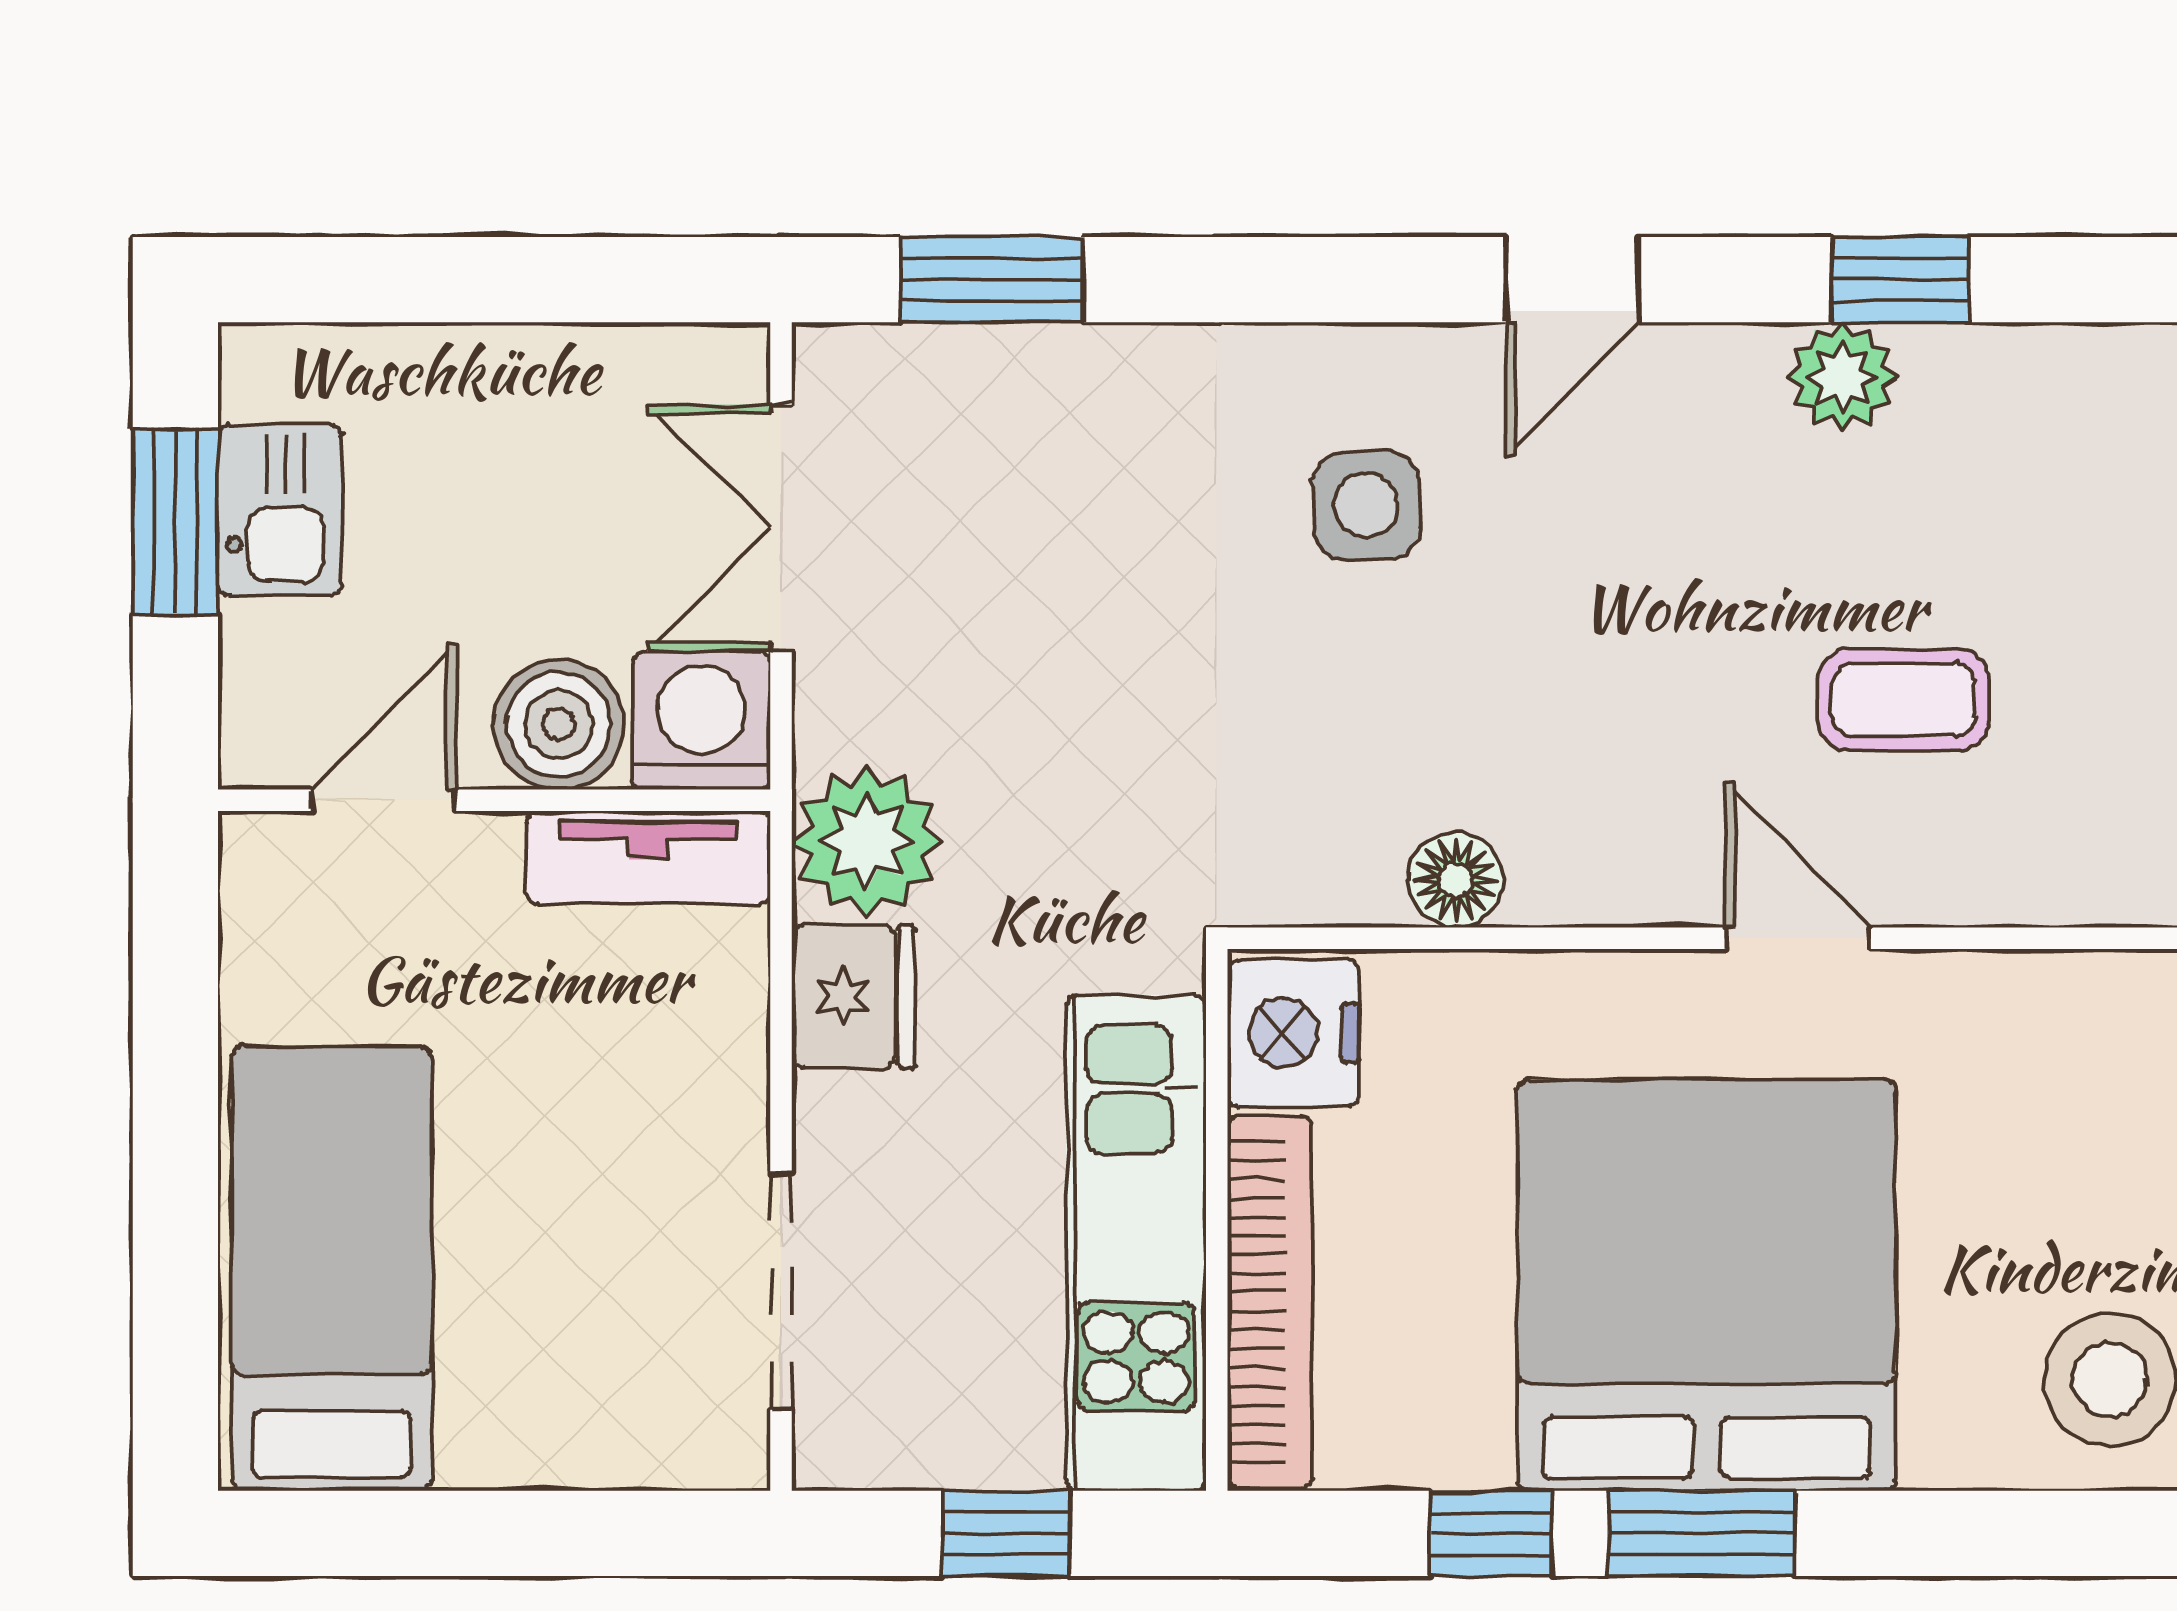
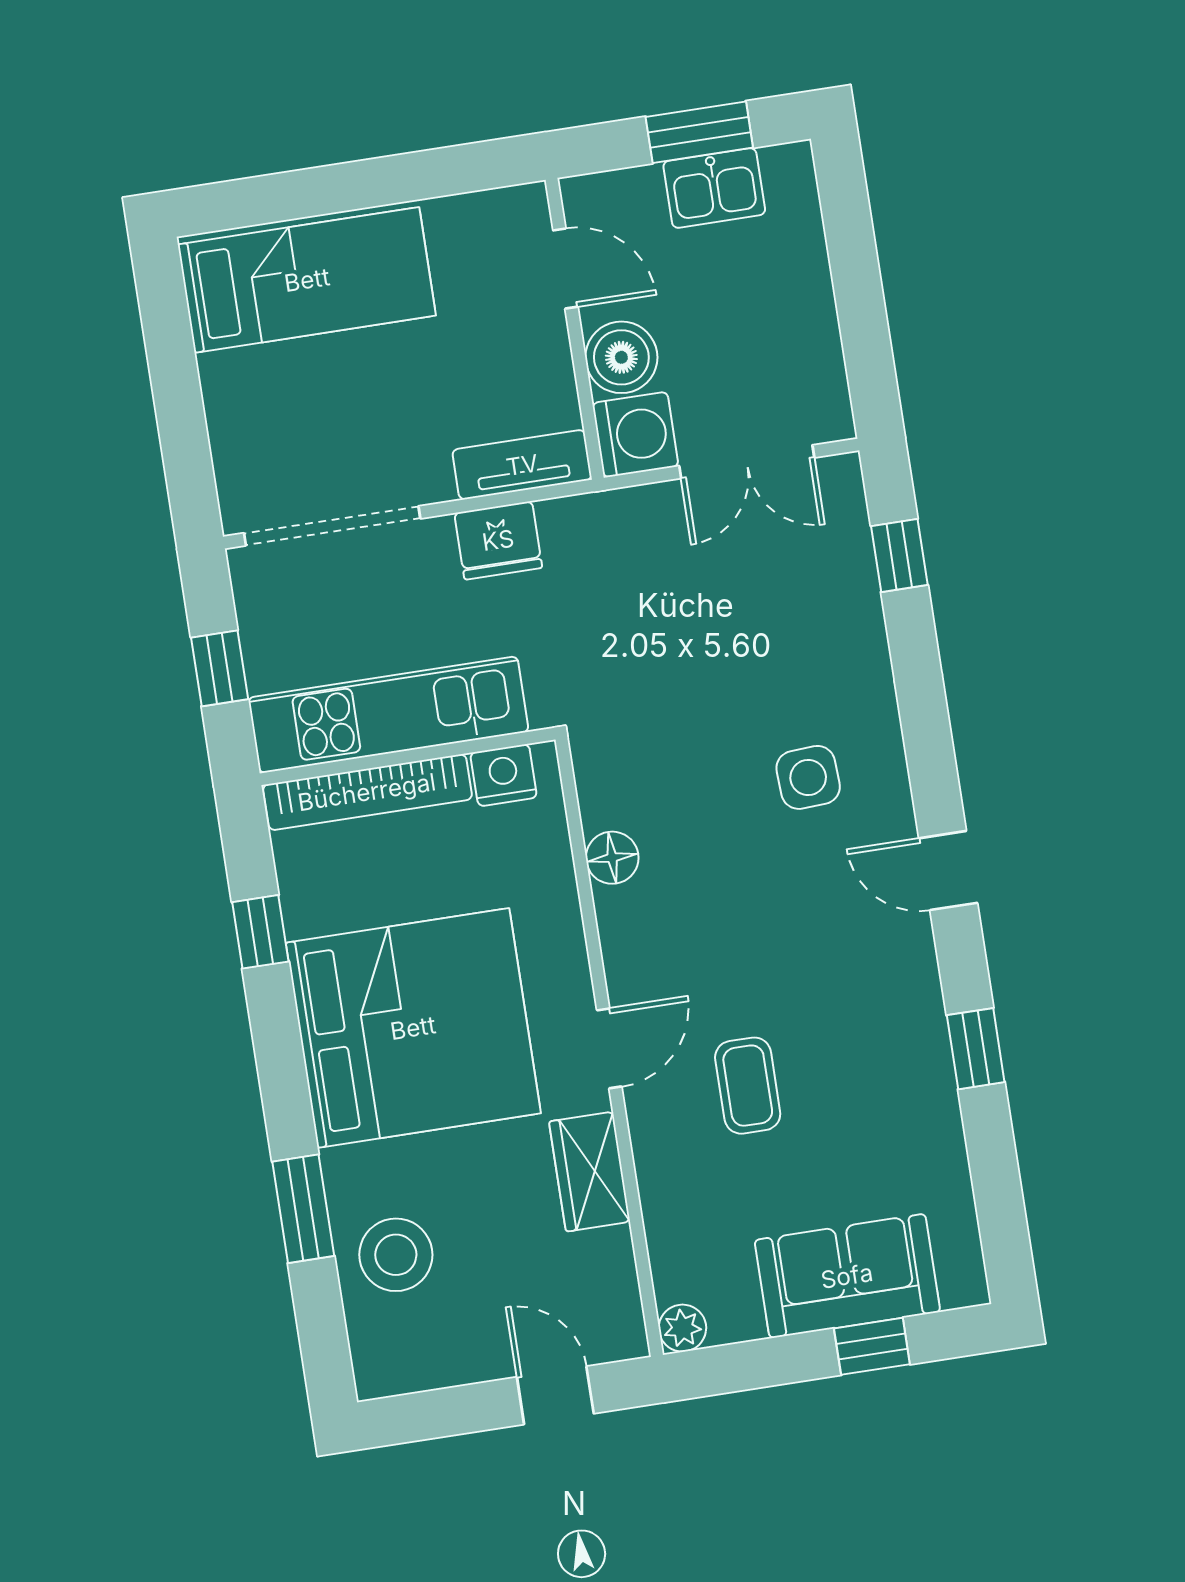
window: (992, 280) -> (899, 555), width x0.67
plant: (1842, 377) -> (918, 1025), removed
double door: (781, 528) -> (747, 462), swing flipped
plant: (867, 841) -> (584, 535), removed
tv unit: (649, 857) -> (522, 465), moved, turned 90
wardrobe: (2014, 1008) -> (590, 1172), added
nightstand: (1293, 1033) -> (504, 775), width x0.74, depth x0.75
doorway: (781, 1291) -> (332, 526), width x1.36
window: (1702, 1533) -> (303, 1209), moved

